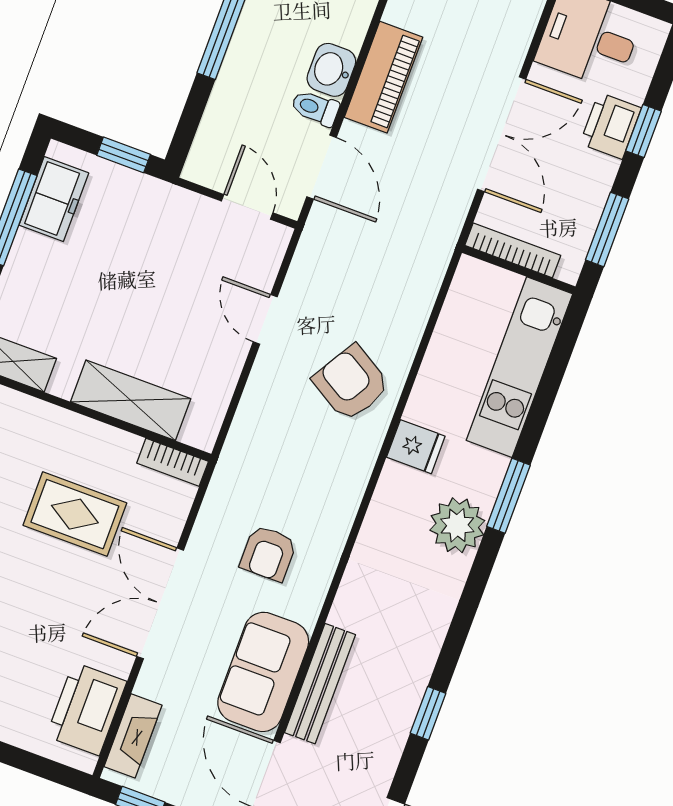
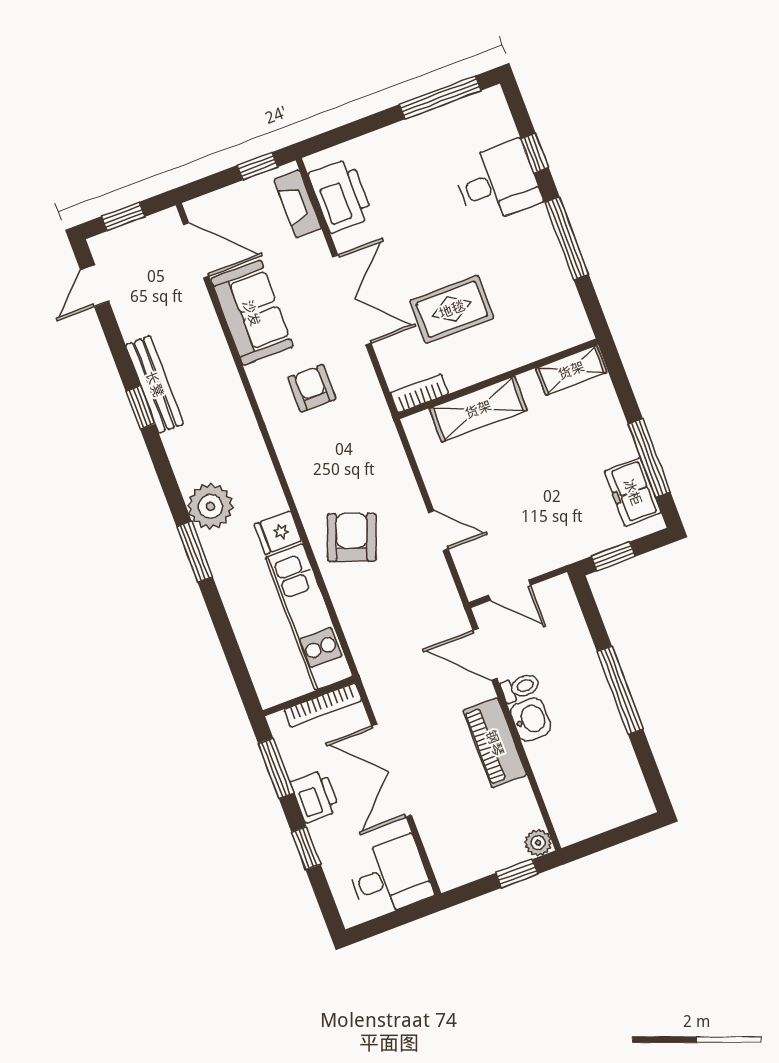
printer: (611, 126) -> (315, 796), moved
kitchen unit: (519, 367) -> (309, 617), moved, turned 180
armchair: (351, 383) -> (352, 537), turned -101
bench: (320, 684) -> (155, 384), moved
window: (428, 713) -> (140, 407), moved

